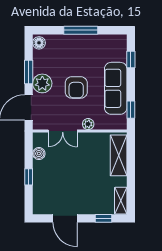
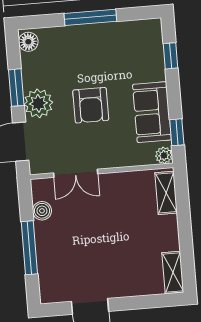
sofa: (116, 88) -> (152, 112), width x0.73
plant: (88, 124) -> (164, 155), moved
shelving: (119, 155) -> (166, 193), width x0.67, depth x0.75
window: (29, 177) -> (29, 248), width x2.17
window: (103, 218) -> (149, 302), removed

